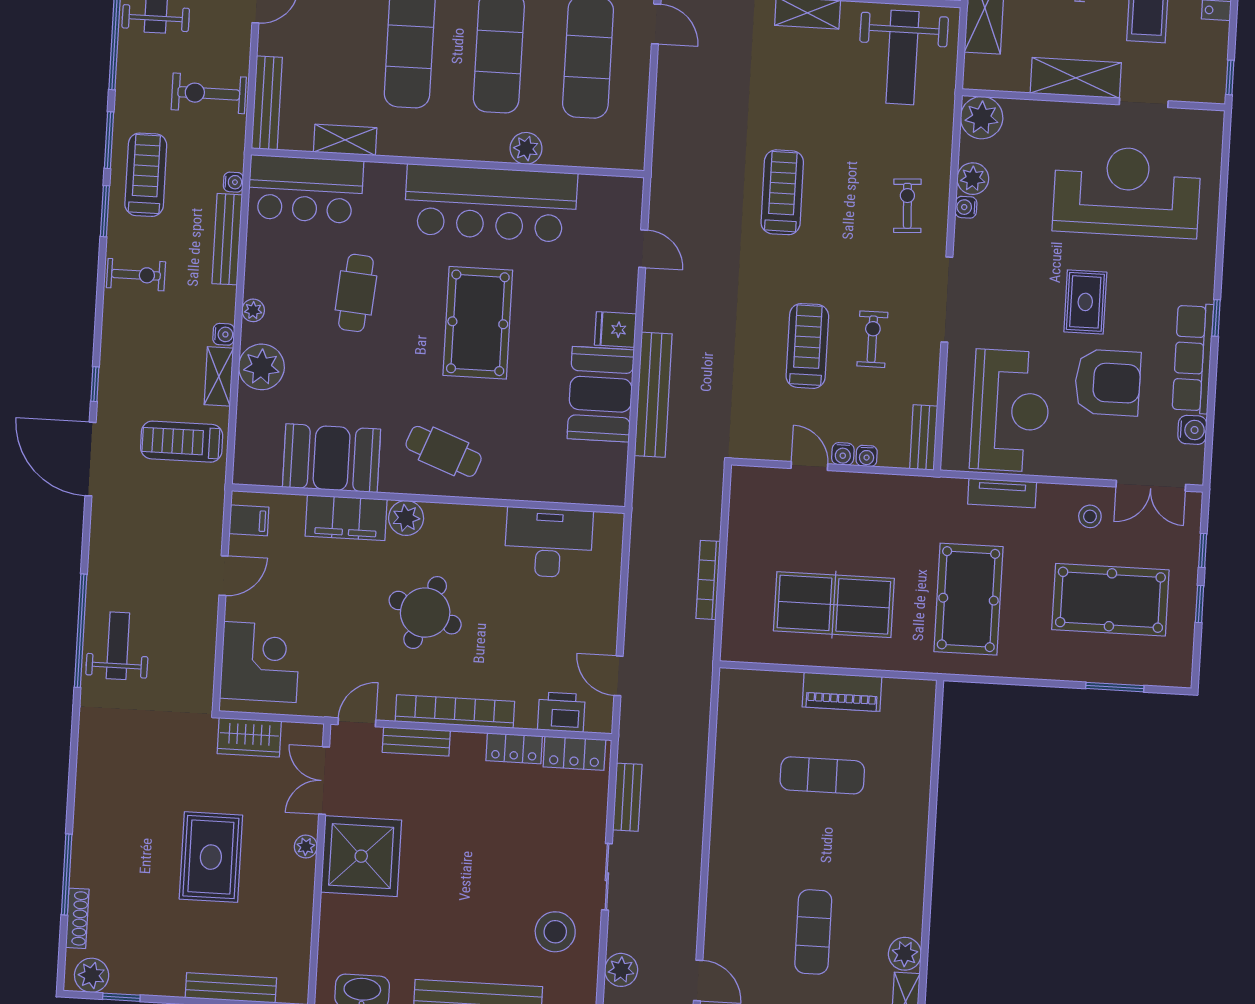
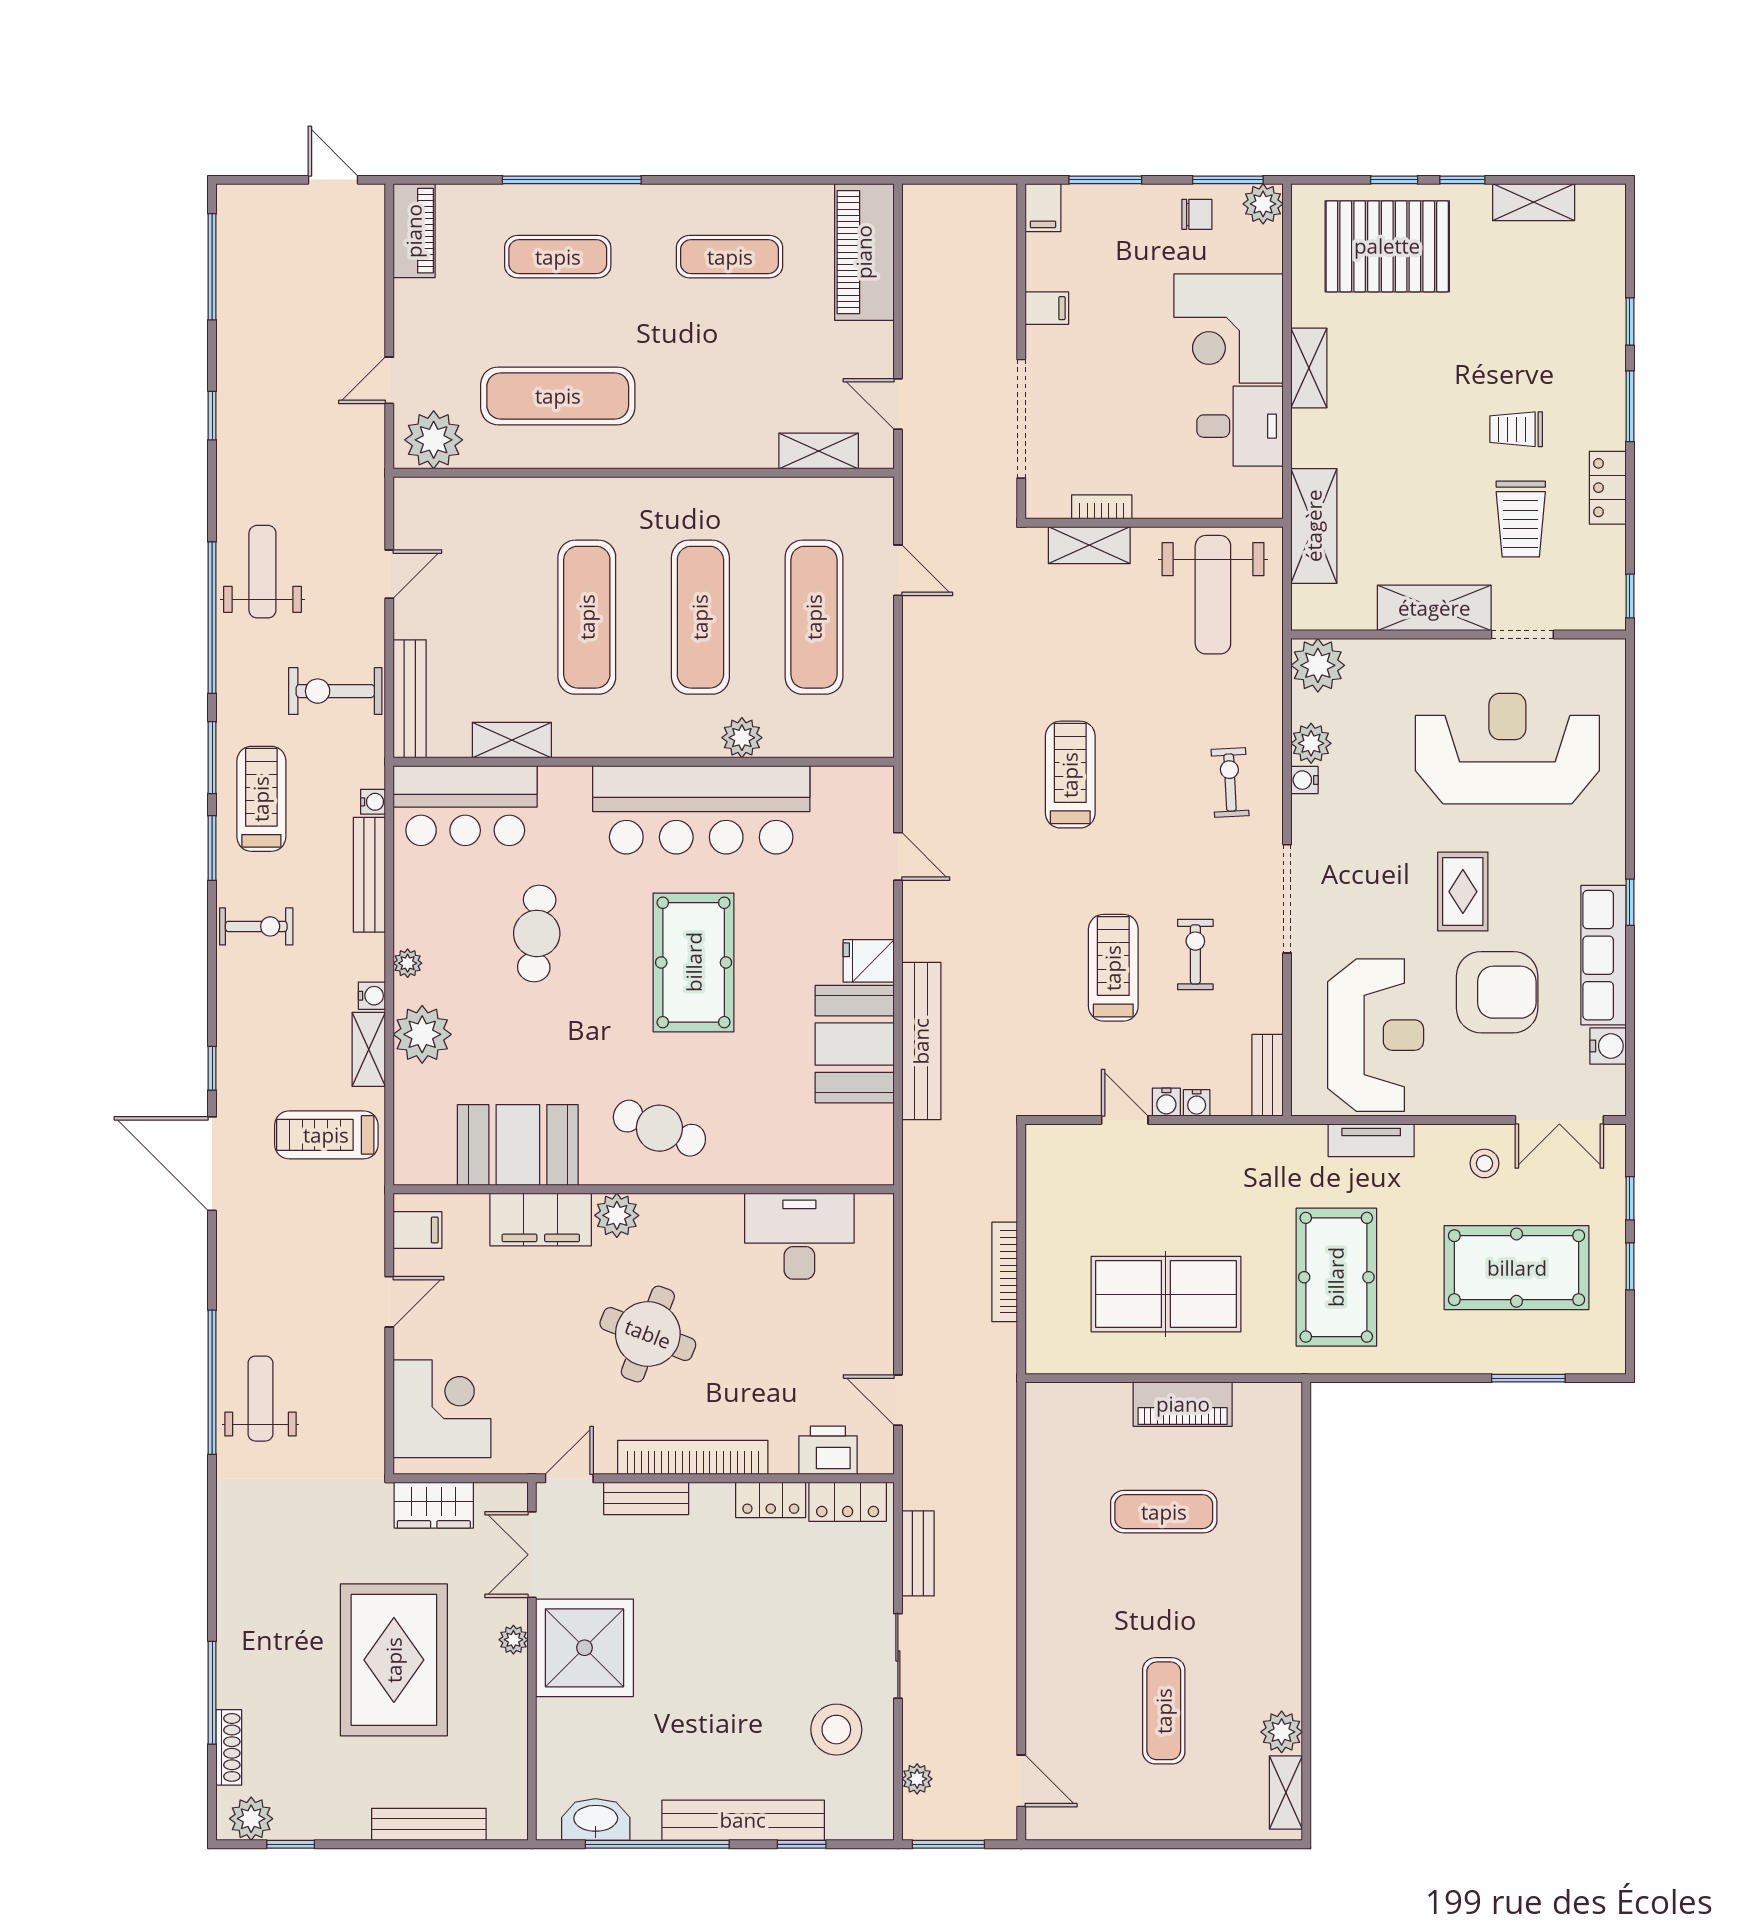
rug: (211, 857) -> (394, 1660), width x1.37, depth x1.44
plant: (621, 970) -> (917, 1779), width x0.73, depth x0.73

